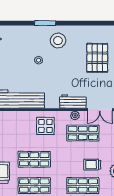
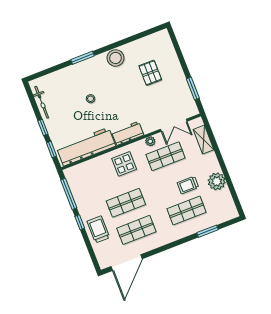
stool: (58, 41) -> (115, 58), moved
pallet: (97, 58) -> (150, 73), width x0.67, depth x0.71
workbench: (73, 101) -> (128, 133), moved

